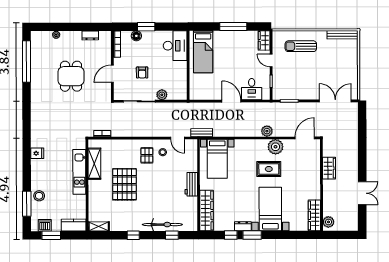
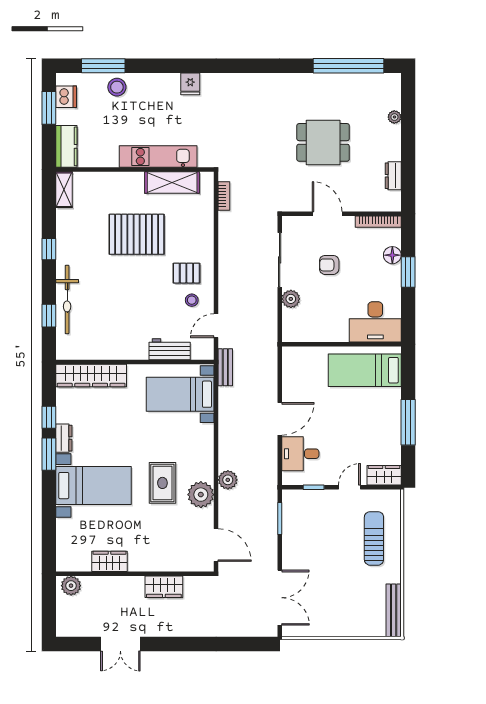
workbench: (191, 184) -> (170, 349), moved
wardrobe: (314, 215) -> (109, 561), moved, width x0.67

